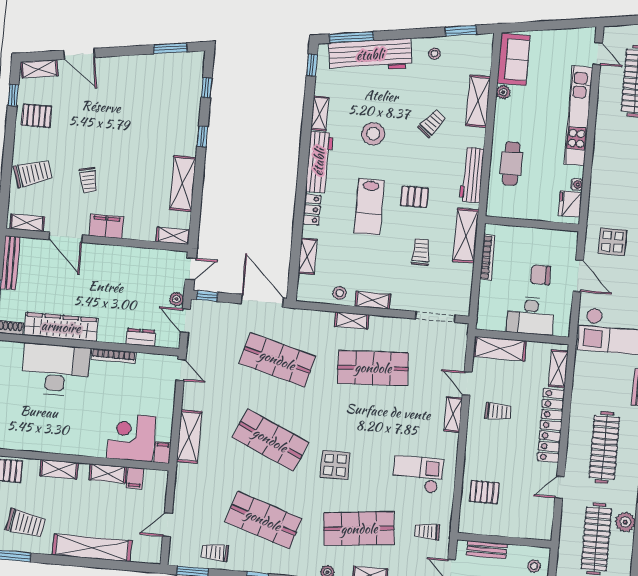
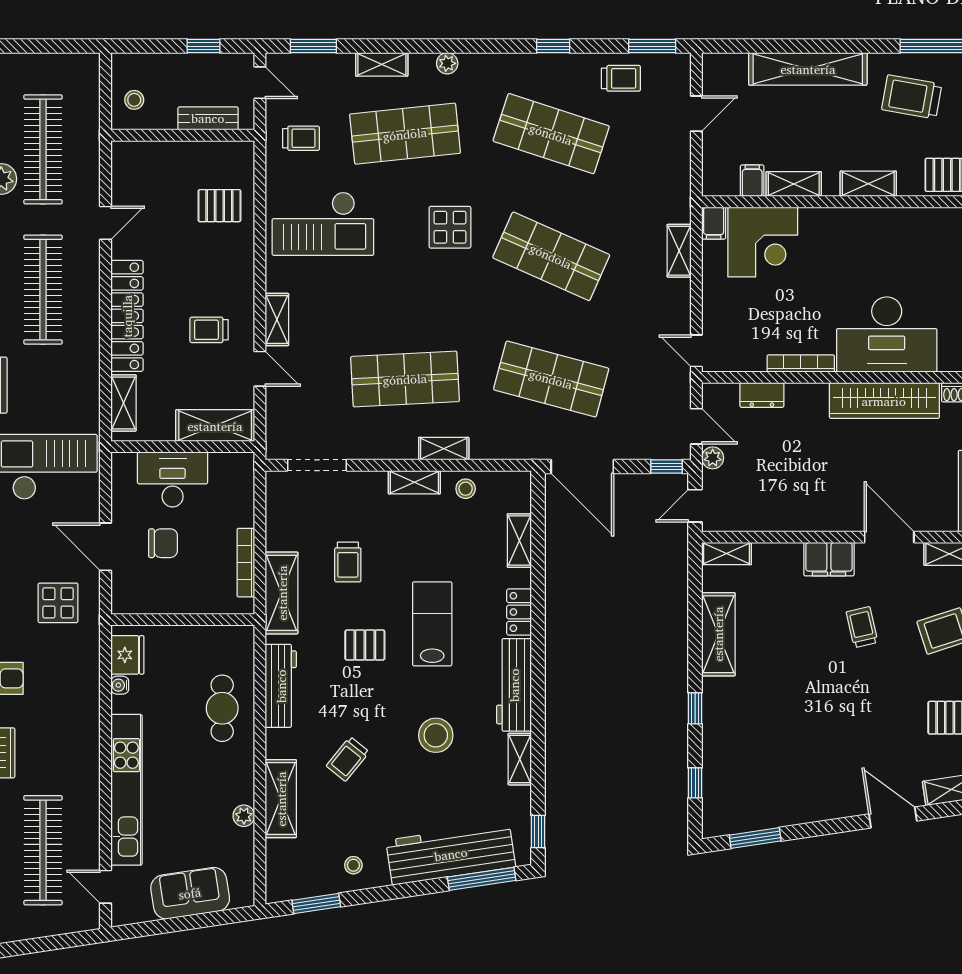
sofa: (514, 59) -> (190, 893), moved, turned 82
shelving: (189, 437) -> (679, 251), width x0.67, depth x0.75
checkout: (418, 474) -> (323, 224), width x1.36, depth x1.21

